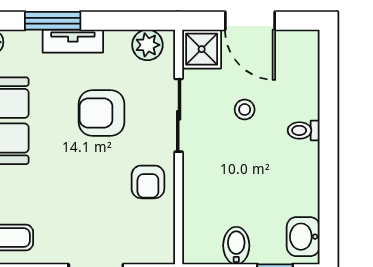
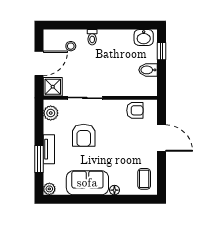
stool: (245, 110) -> (71, 46), moved
armchair: (148, 182) -> (135, 110), moved

